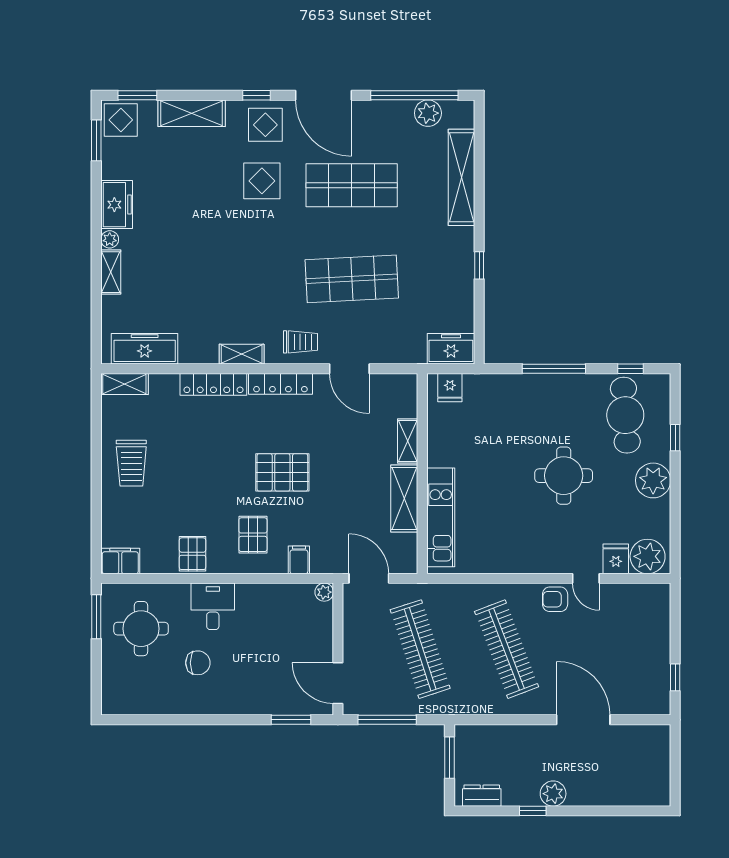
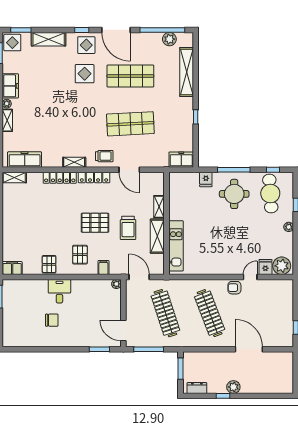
fridge: (450, 388) -> (206, 179), moved
trolley: (131, 463) -> (128, 228), moved
round table: (564, 476) -> (234, 194), moved
plant: (653, 480) -> (289, 227), width x0.53, depth x0.53
door: (586, 578) -> (250, 277), swing flipped
round table: (141, 629) -> (23, 303), removed

